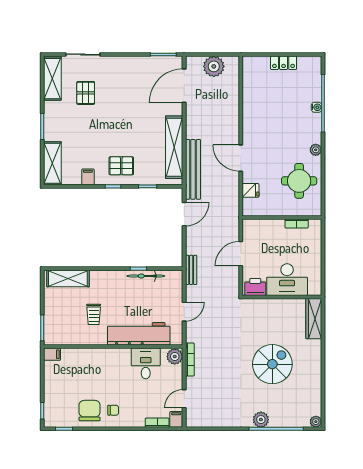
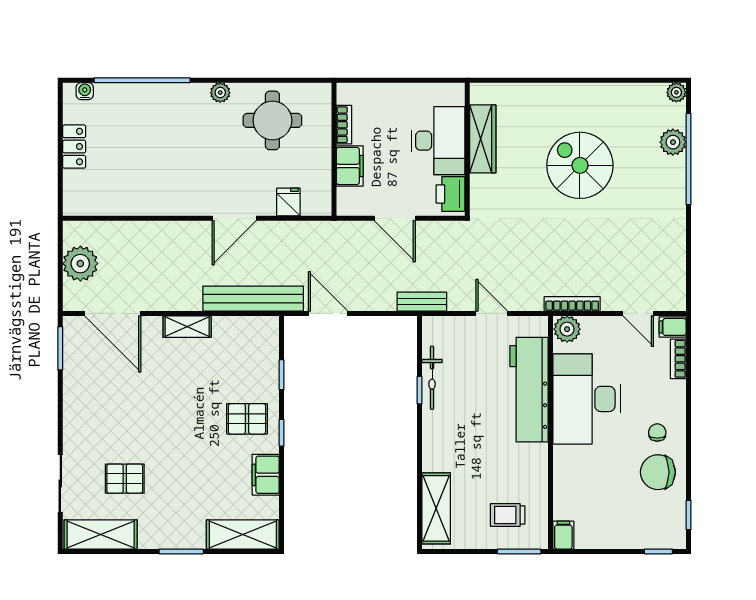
water cooler: (317, 107) -> (85, 91), moved
shelving: (174, 147) -> (187, 327), width x0.45, depth x0.75
pallet: (121, 166) -> (247, 419), turned 90
filing cabinet: (88, 177) -> (266, 475), width x2.00
filing cabinet: (272, 227) -> (350, 166), added
trolley: (94, 314) -> (508, 515), moved, turned 180
wardrobe: (314, 319) -> (483, 139), moved, turned -90
desk: (146, 363) -> (587, 399), width x1.87, depth x1.30
plant: (261, 420) -> (673, 142), moved

